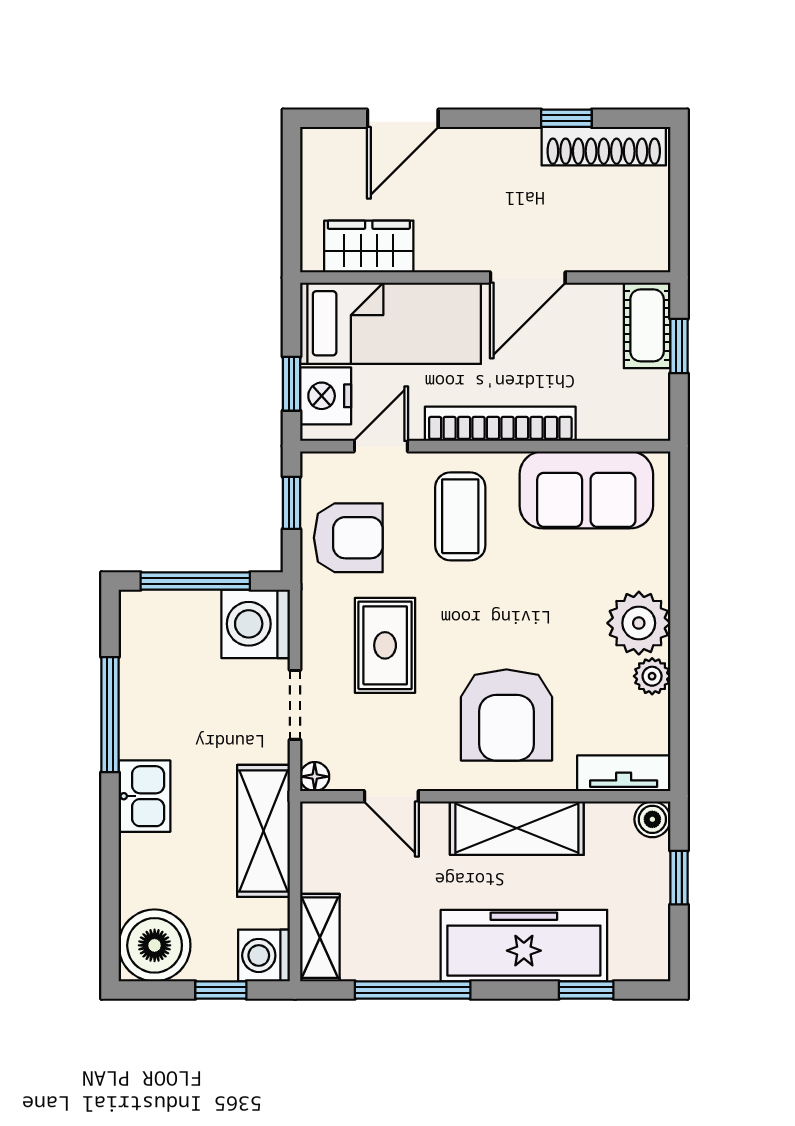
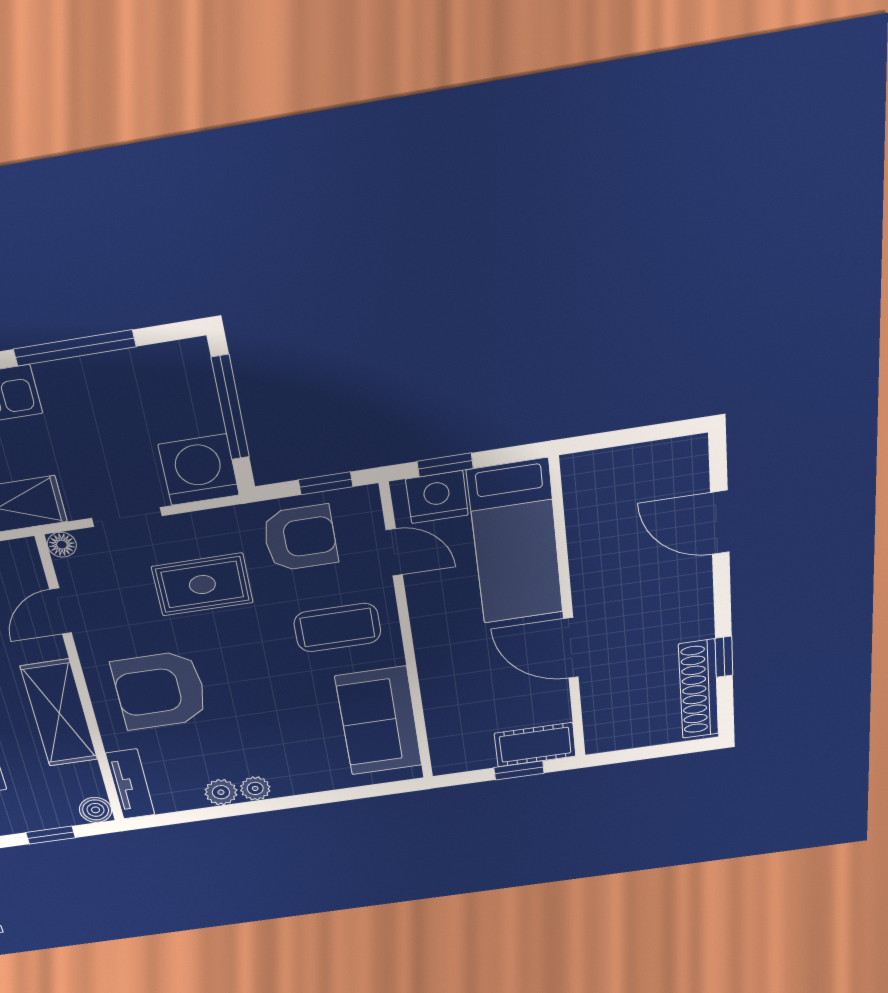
wardrobe: (369, 246) -> (590, 512), removed
bookcase: (500, 424) -> (430, 647), removed
armchair: (348, 538) -> (300, 538), turned -90
plant: (639, 623) -> (255, 788), width x0.53, depth x0.53

